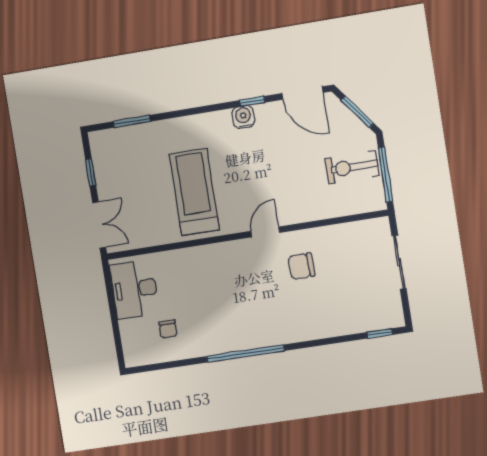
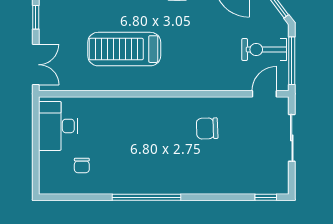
treadmill: (194, 192) -> (124, 49), turned -90
door: (265, 232) -> (264, 94), moved

